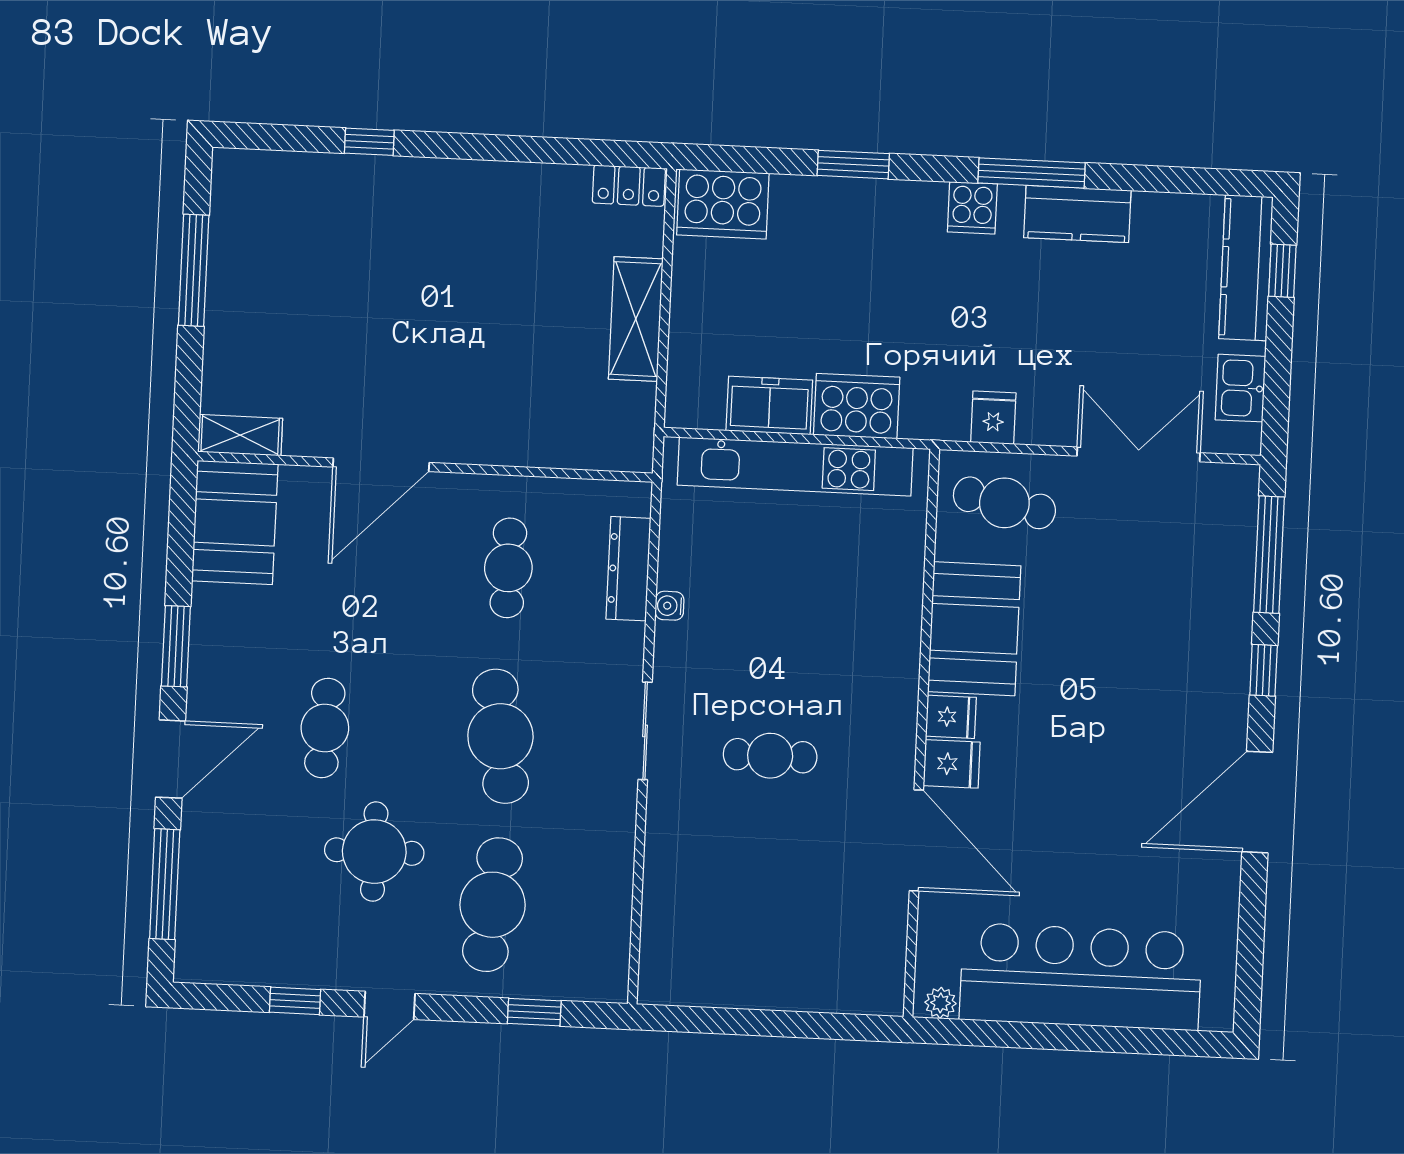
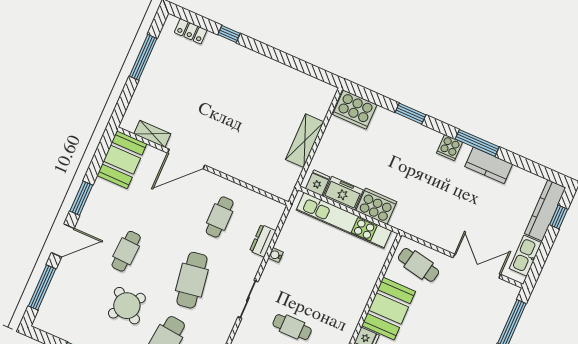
locker: (629, 186) -> (191, 31), moved
kitchen sink: (1240, 388) -> (525, 256), width x1.38
fridge: (993, 418) -> (318, 183), moved
shelving: (240, 435) -> (152, 134), moved
dresser: (628, 569) -> (263, 241), width x0.70
round table: (374, 852) -> (127, 306), turned 37

